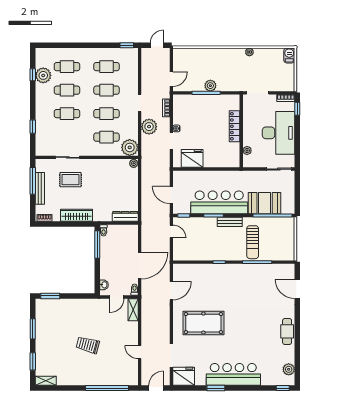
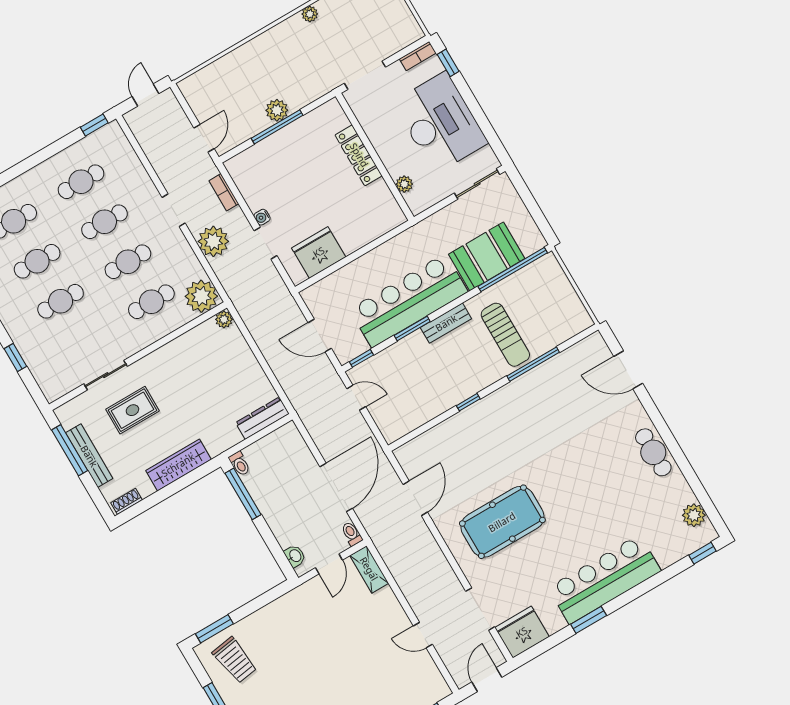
trolley: (88, 345) -> (235, 660), moved, turned -114

